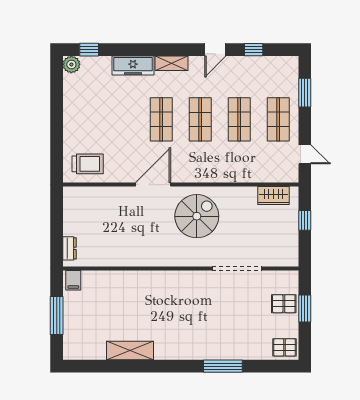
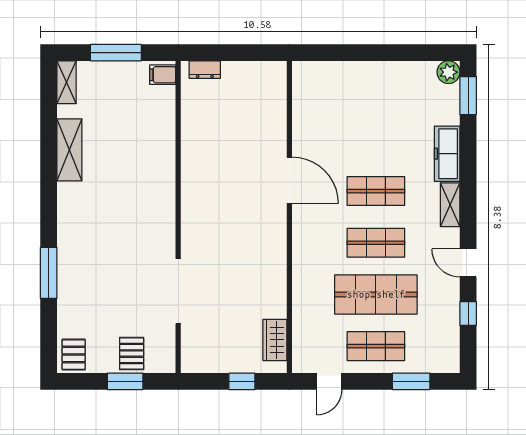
window: (89, 50) -> (468, 96), width x1.50
shop shelf: (239, 119) -> (376, 294), width x1.43, depth x1.36
trolley: (88, 164) -> (317, 94), removed
spiral stairs: (197, 216) -> (248, 238), removed
shelving: (79, 353) -> (67, 82), added

